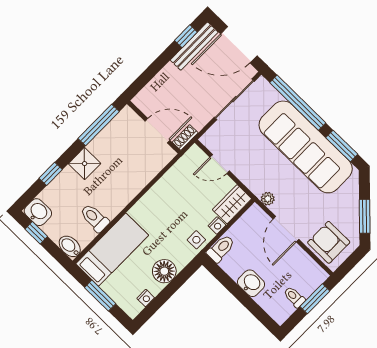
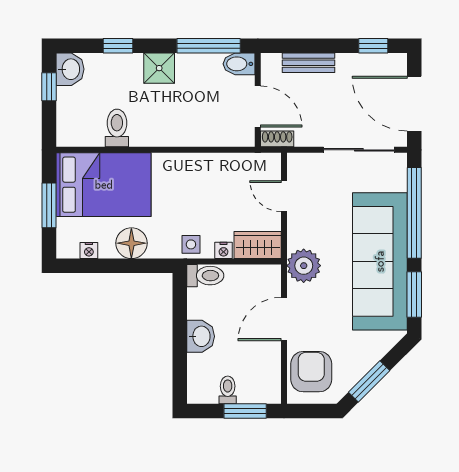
bench: (194, 46) -> (308, 63), moved, width x0.73
plant: (268, 199) -> (304, 266), width x1.87, depth x1.87
bidet: (70, 246) -> (239, 64), moved, turned -90
bed: (112, 250) -> (104, 185), width x1.50

